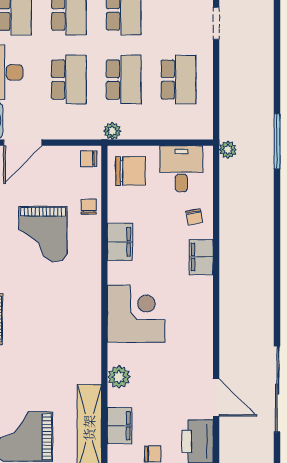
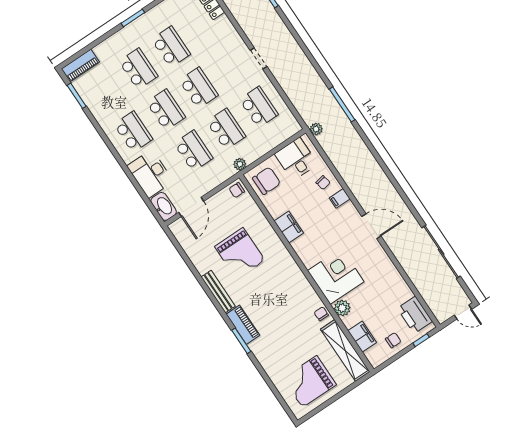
chair: (89, 207) -> (321, 314), moved
filing cabinet: (201, 257) -> (340, 198), width x0.50
corner desk: (136, 314) -> (336, 276), moved
door: (216, 397) -> (371, 226), moved

